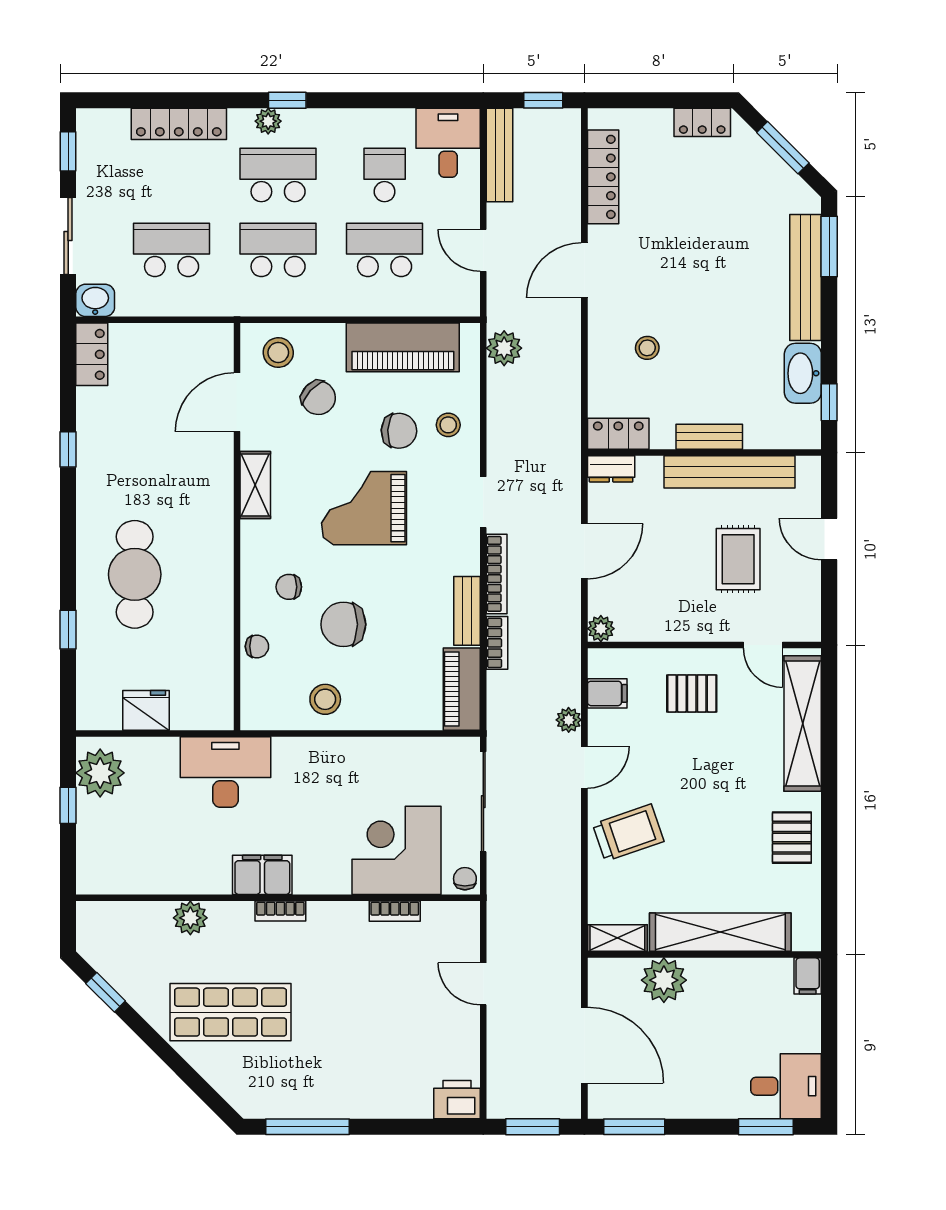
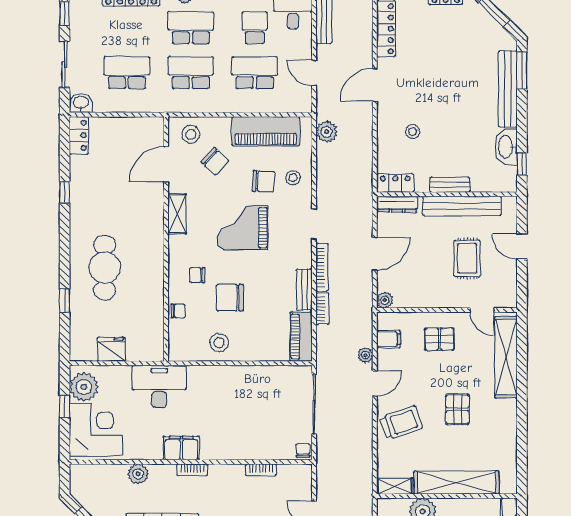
dresser: (611, 469) -> (397, 204), width x1.44
pallet: (792, 838) -> (457, 409), moved
corner desk: (397, 850) -> (96, 430), moved, turned 90

